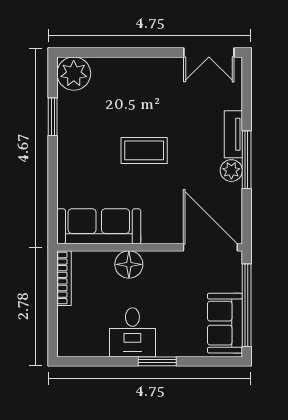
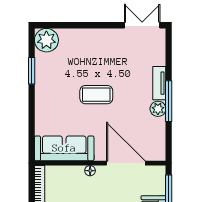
double door: (209, 52) -> (142, 25), swing flipped
door: (210, 247) -> (126, 163), moved
floor lamp: (129, 264) -> (90, 171), width x0.53, depth x0.53

